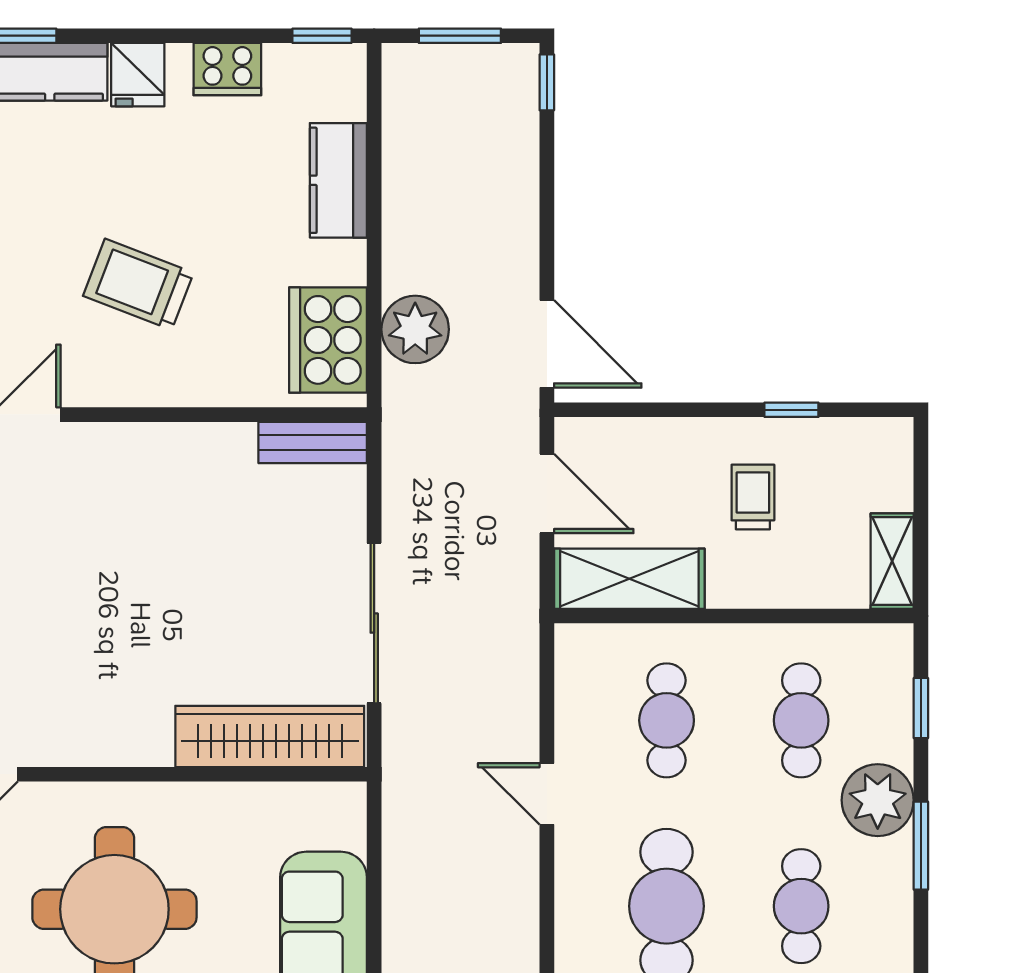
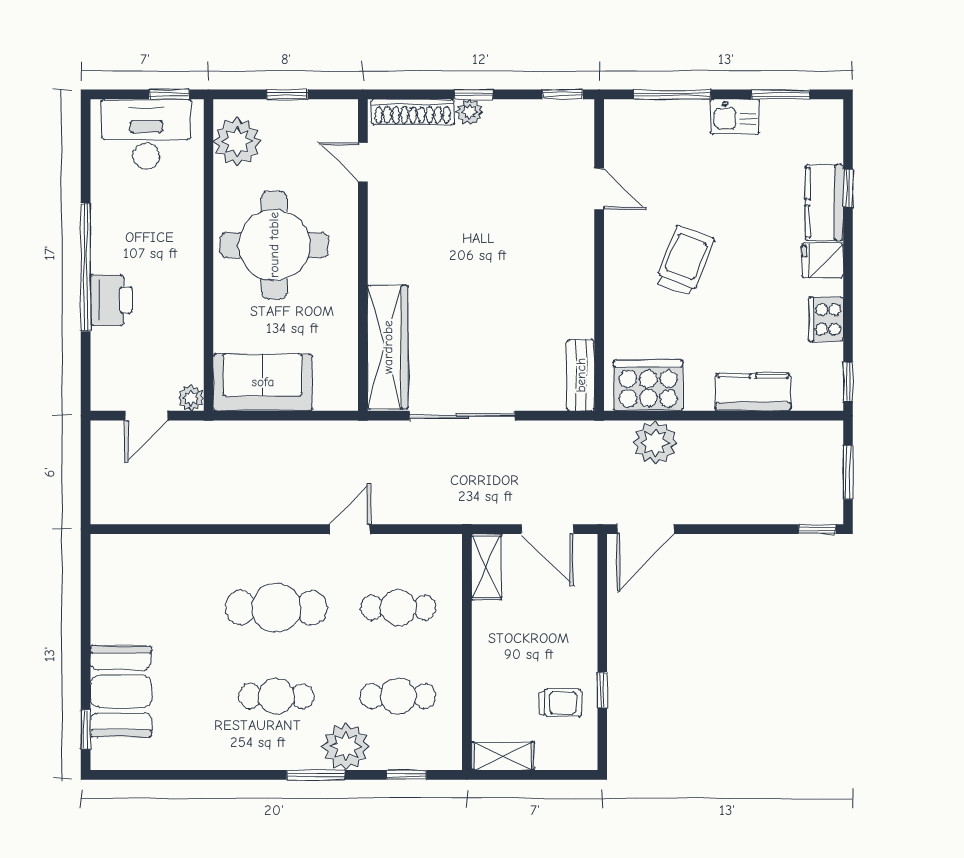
door: (547, 494) -> (547, 529), hinge flipped
trolley: (753, 497) -> (560, 703), moved
shelving: (629, 579) -> (486, 567), width x0.67, depth x0.75

